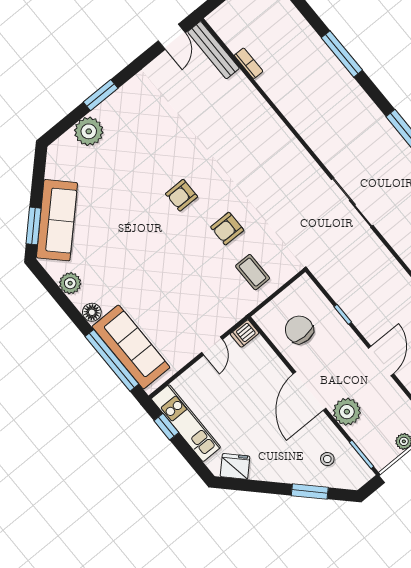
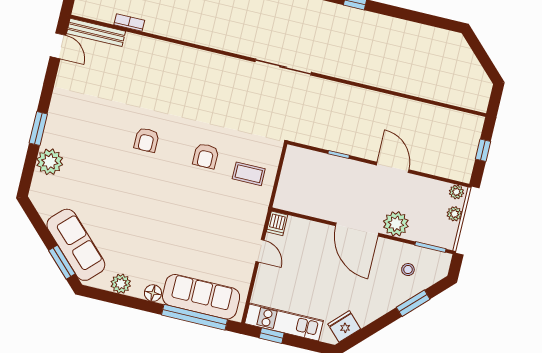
armchair: (181, 195) -> (146, 140), moved
chair: (299, 330) -> (315, 190), removed

